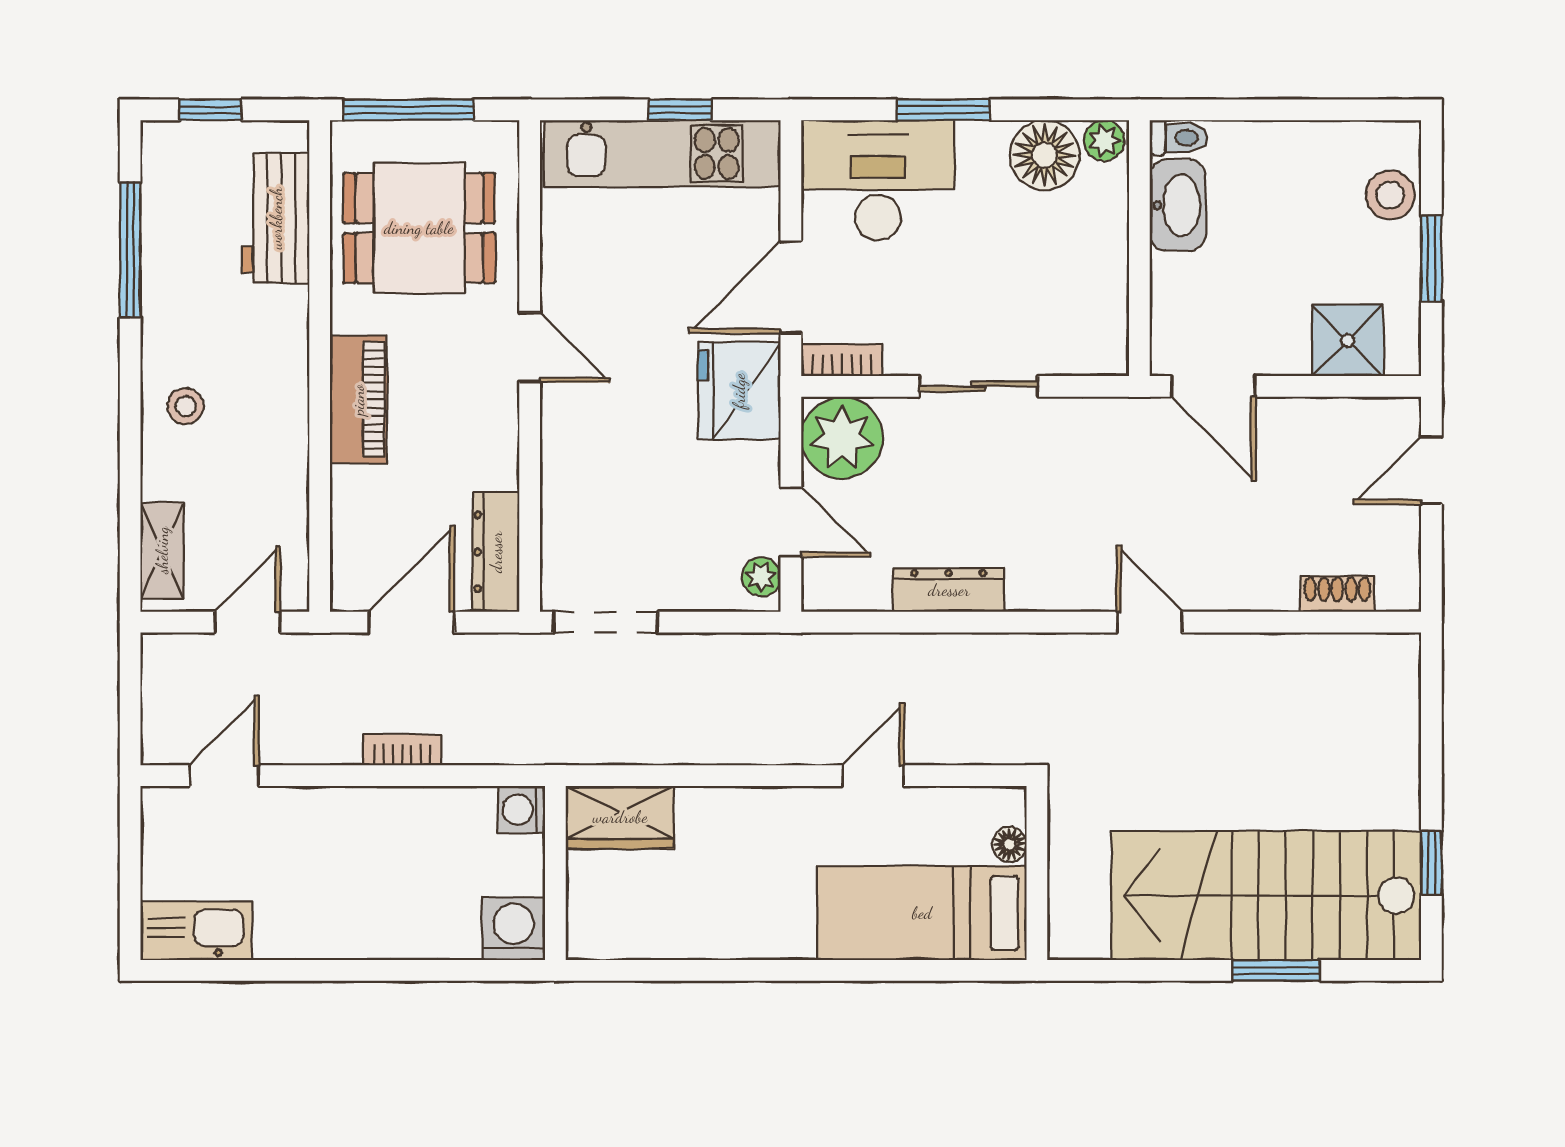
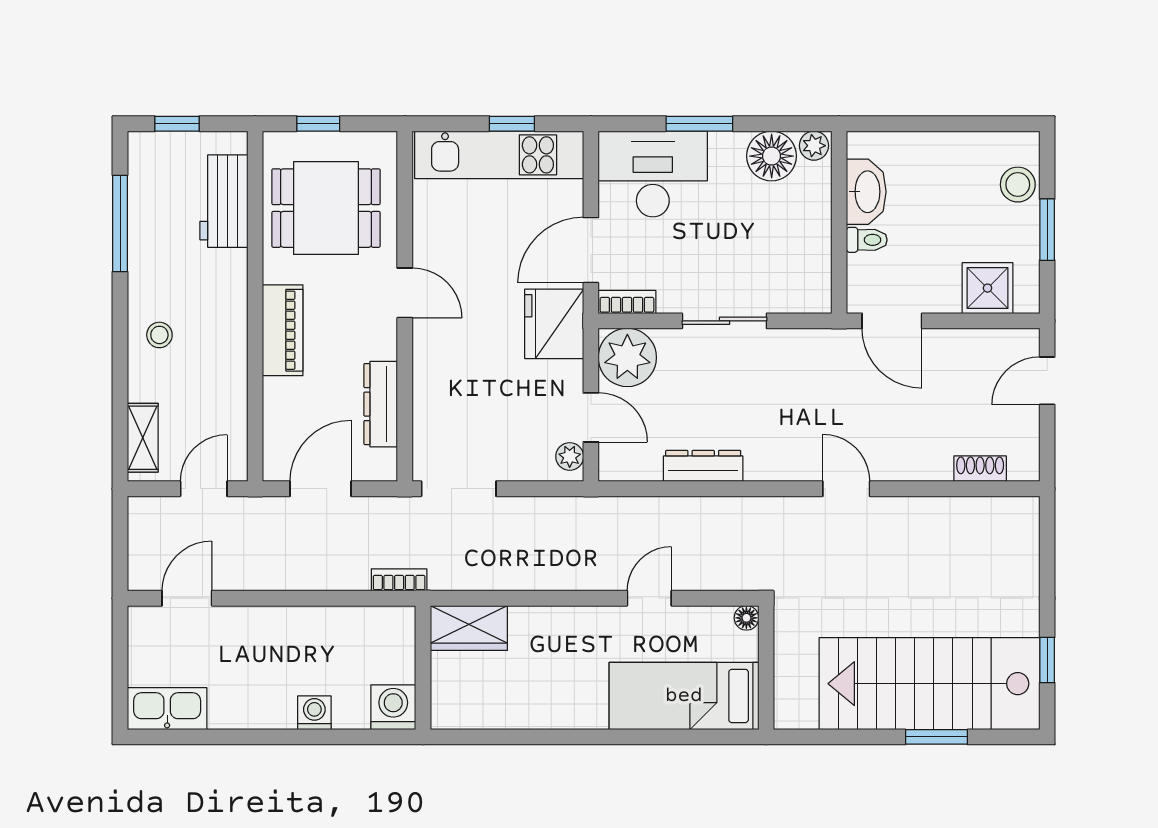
window: (408, 110) -> (318, 124), width x0.46
toilet: (1178, 138) -> (867, 240), moved
dresser: (496, 552) -> (381, 404), moved
bookcase: (402, 750) -> (399, 580), moved
washing machine: (521, 810) -> (314, 713), moved, turned 90
floor lamp: (1009, 844) -> (746, 618), moved

